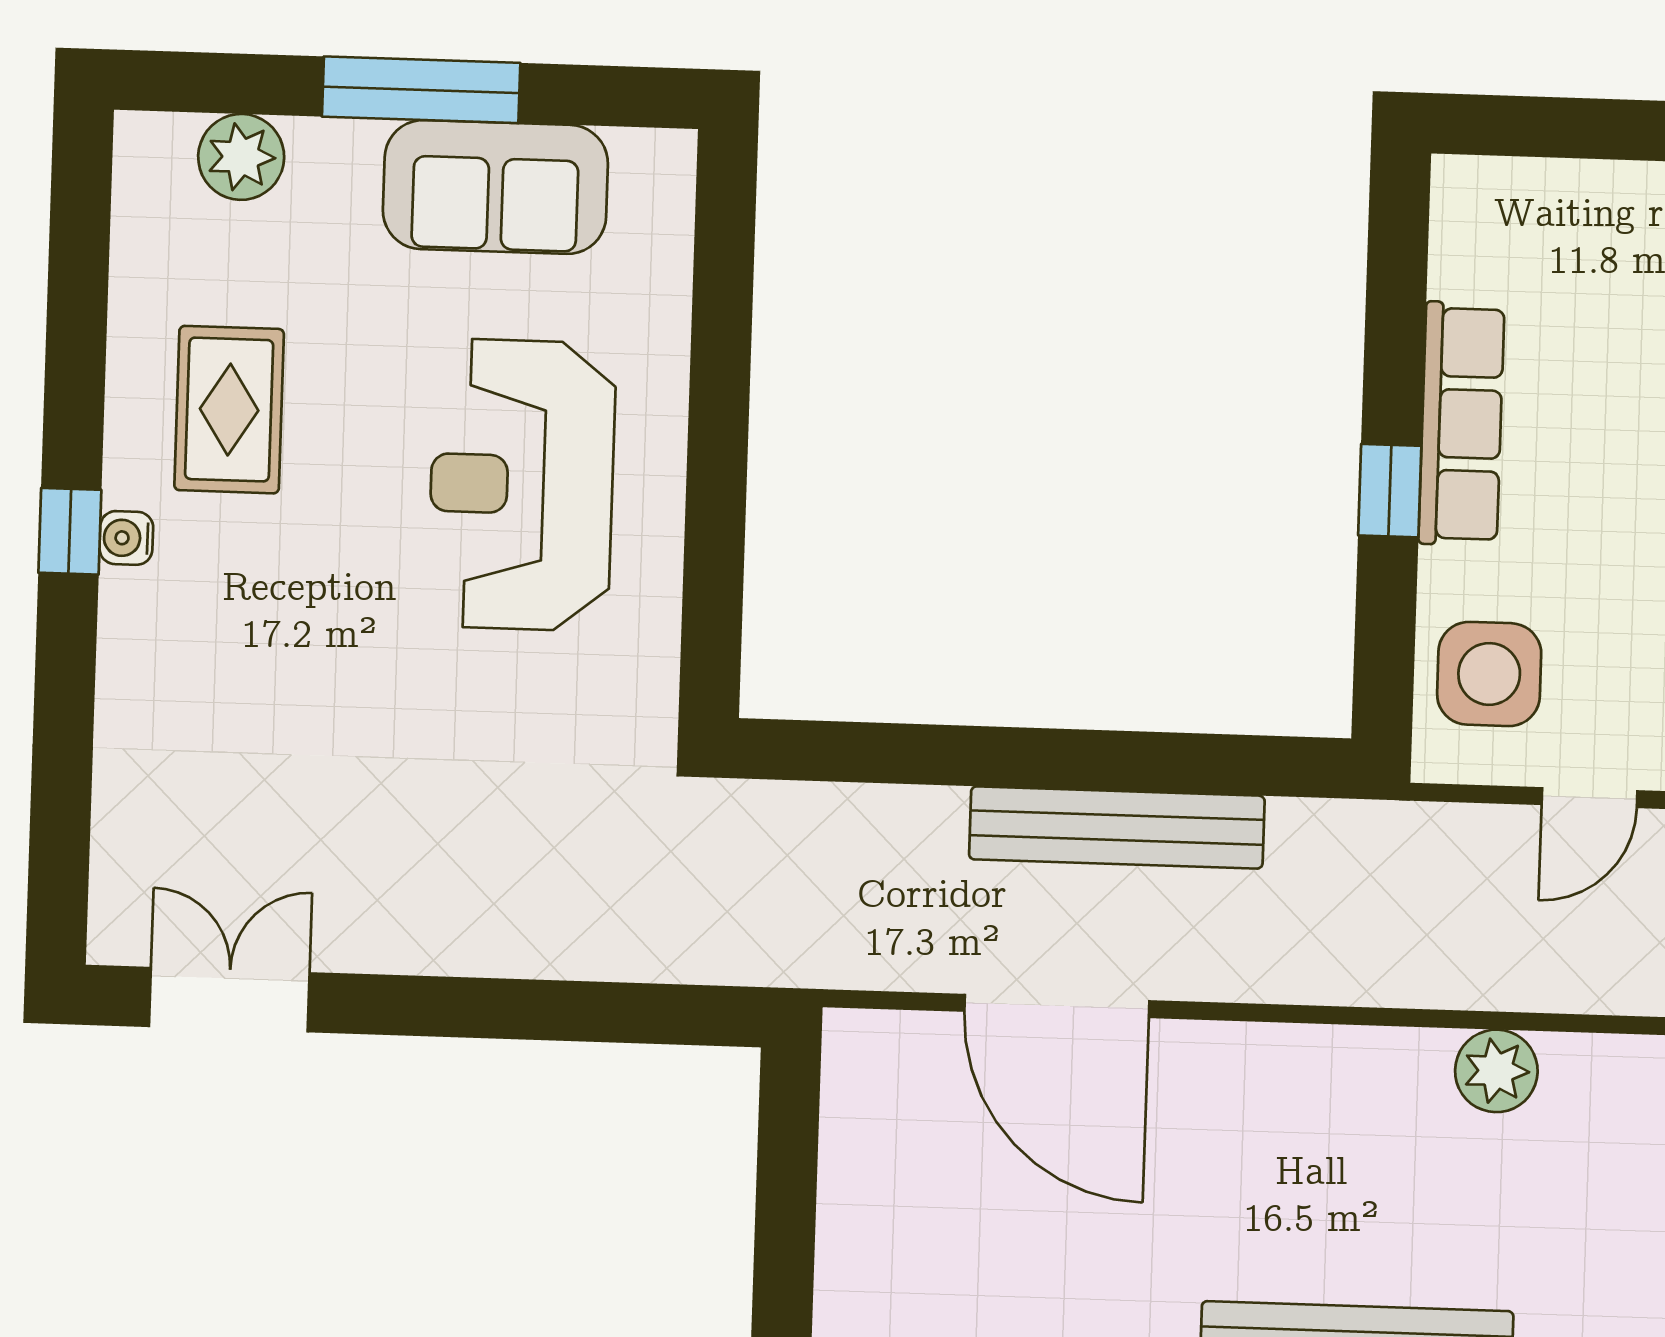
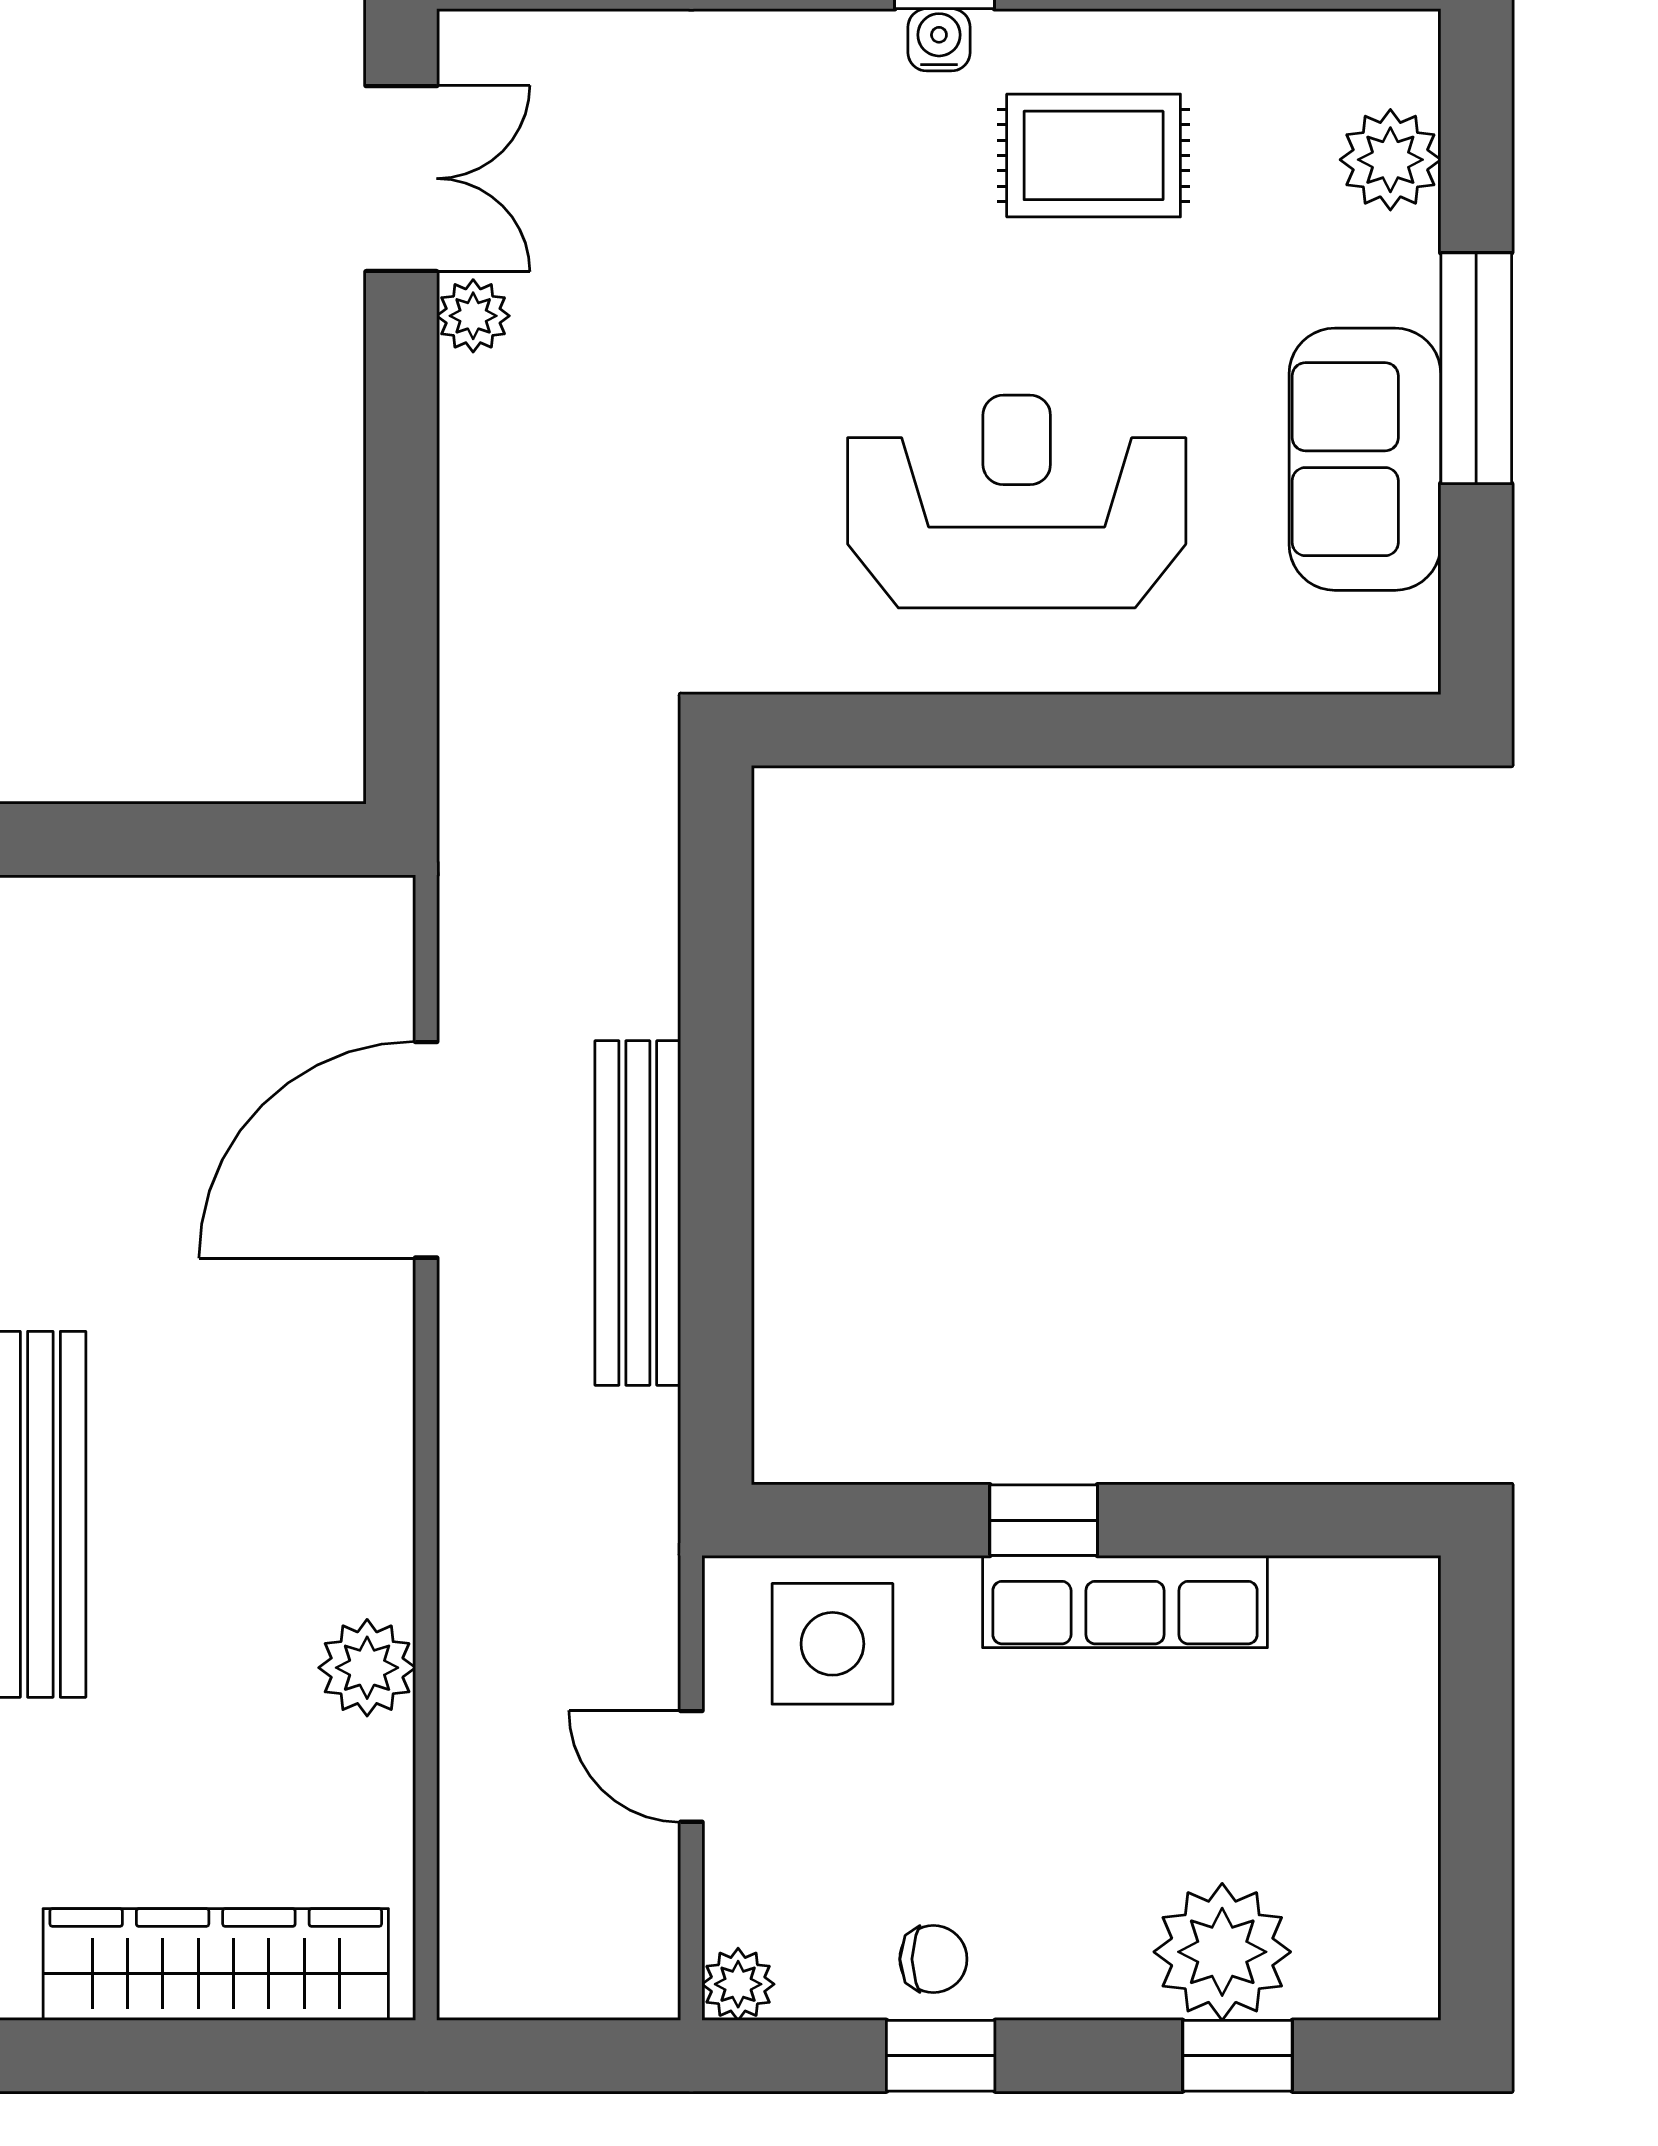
plant: (348, 942) -> (473, 316), added

